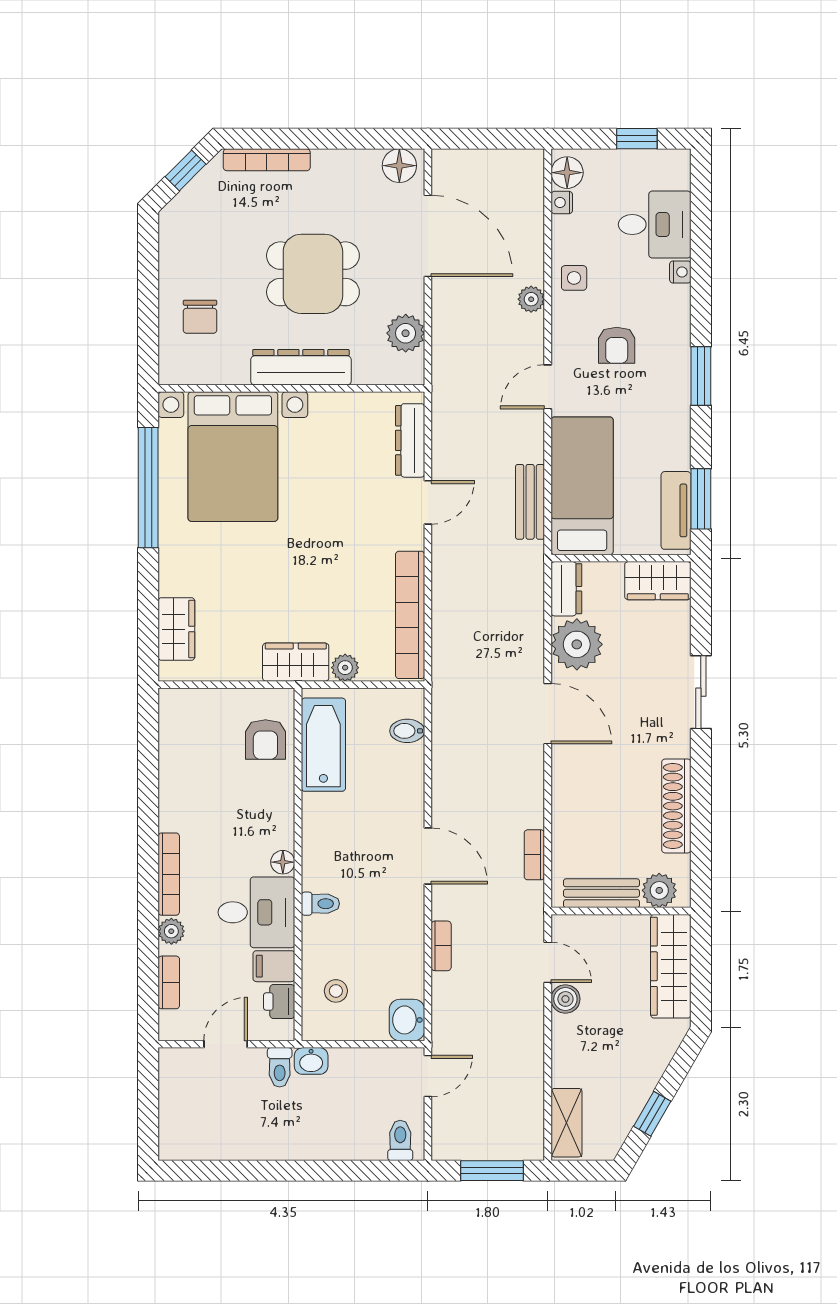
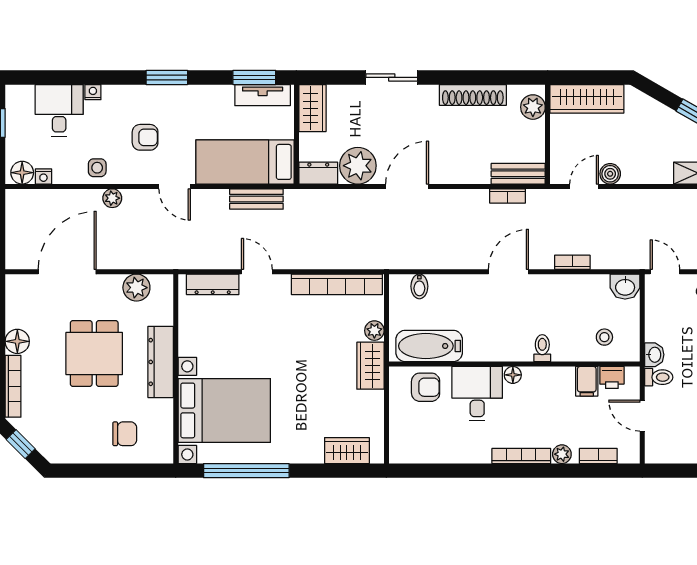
floor lamp: (399, 166) -> (17, 341), moved
bench: (601, 893) -> (518, 174), moved, turned 90
desk: (256, 912) -> (477, 394), moved

